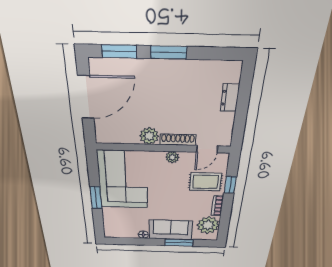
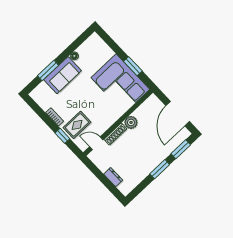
door: (207, 149) -> (96, 143), hinge flipped
plant: (172, 157) -> (108, 122), removed
window: (96, 198) -> (133, 66), moved
plant: (208, 225) -> (45, 99), removed

